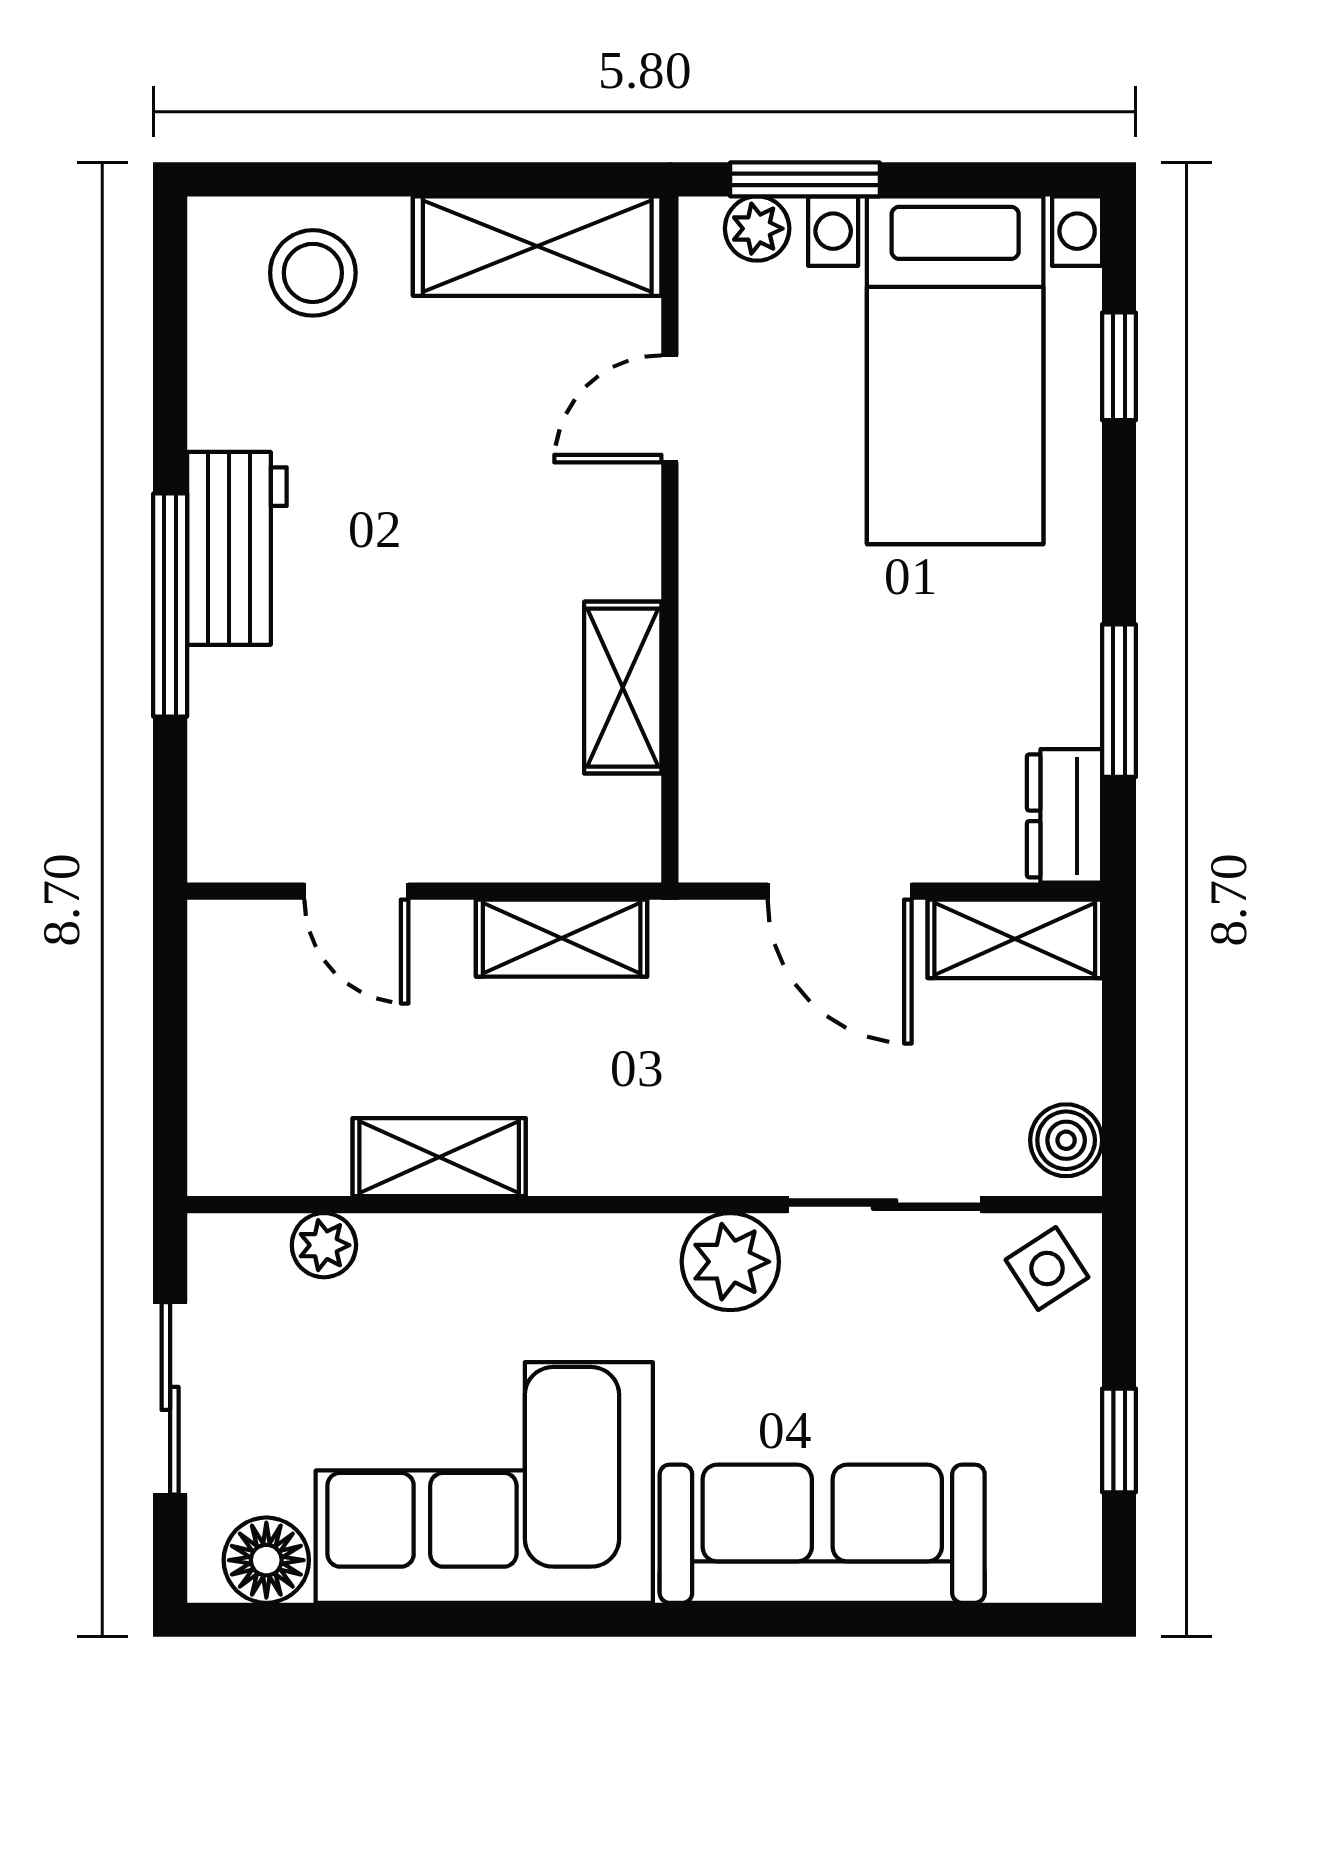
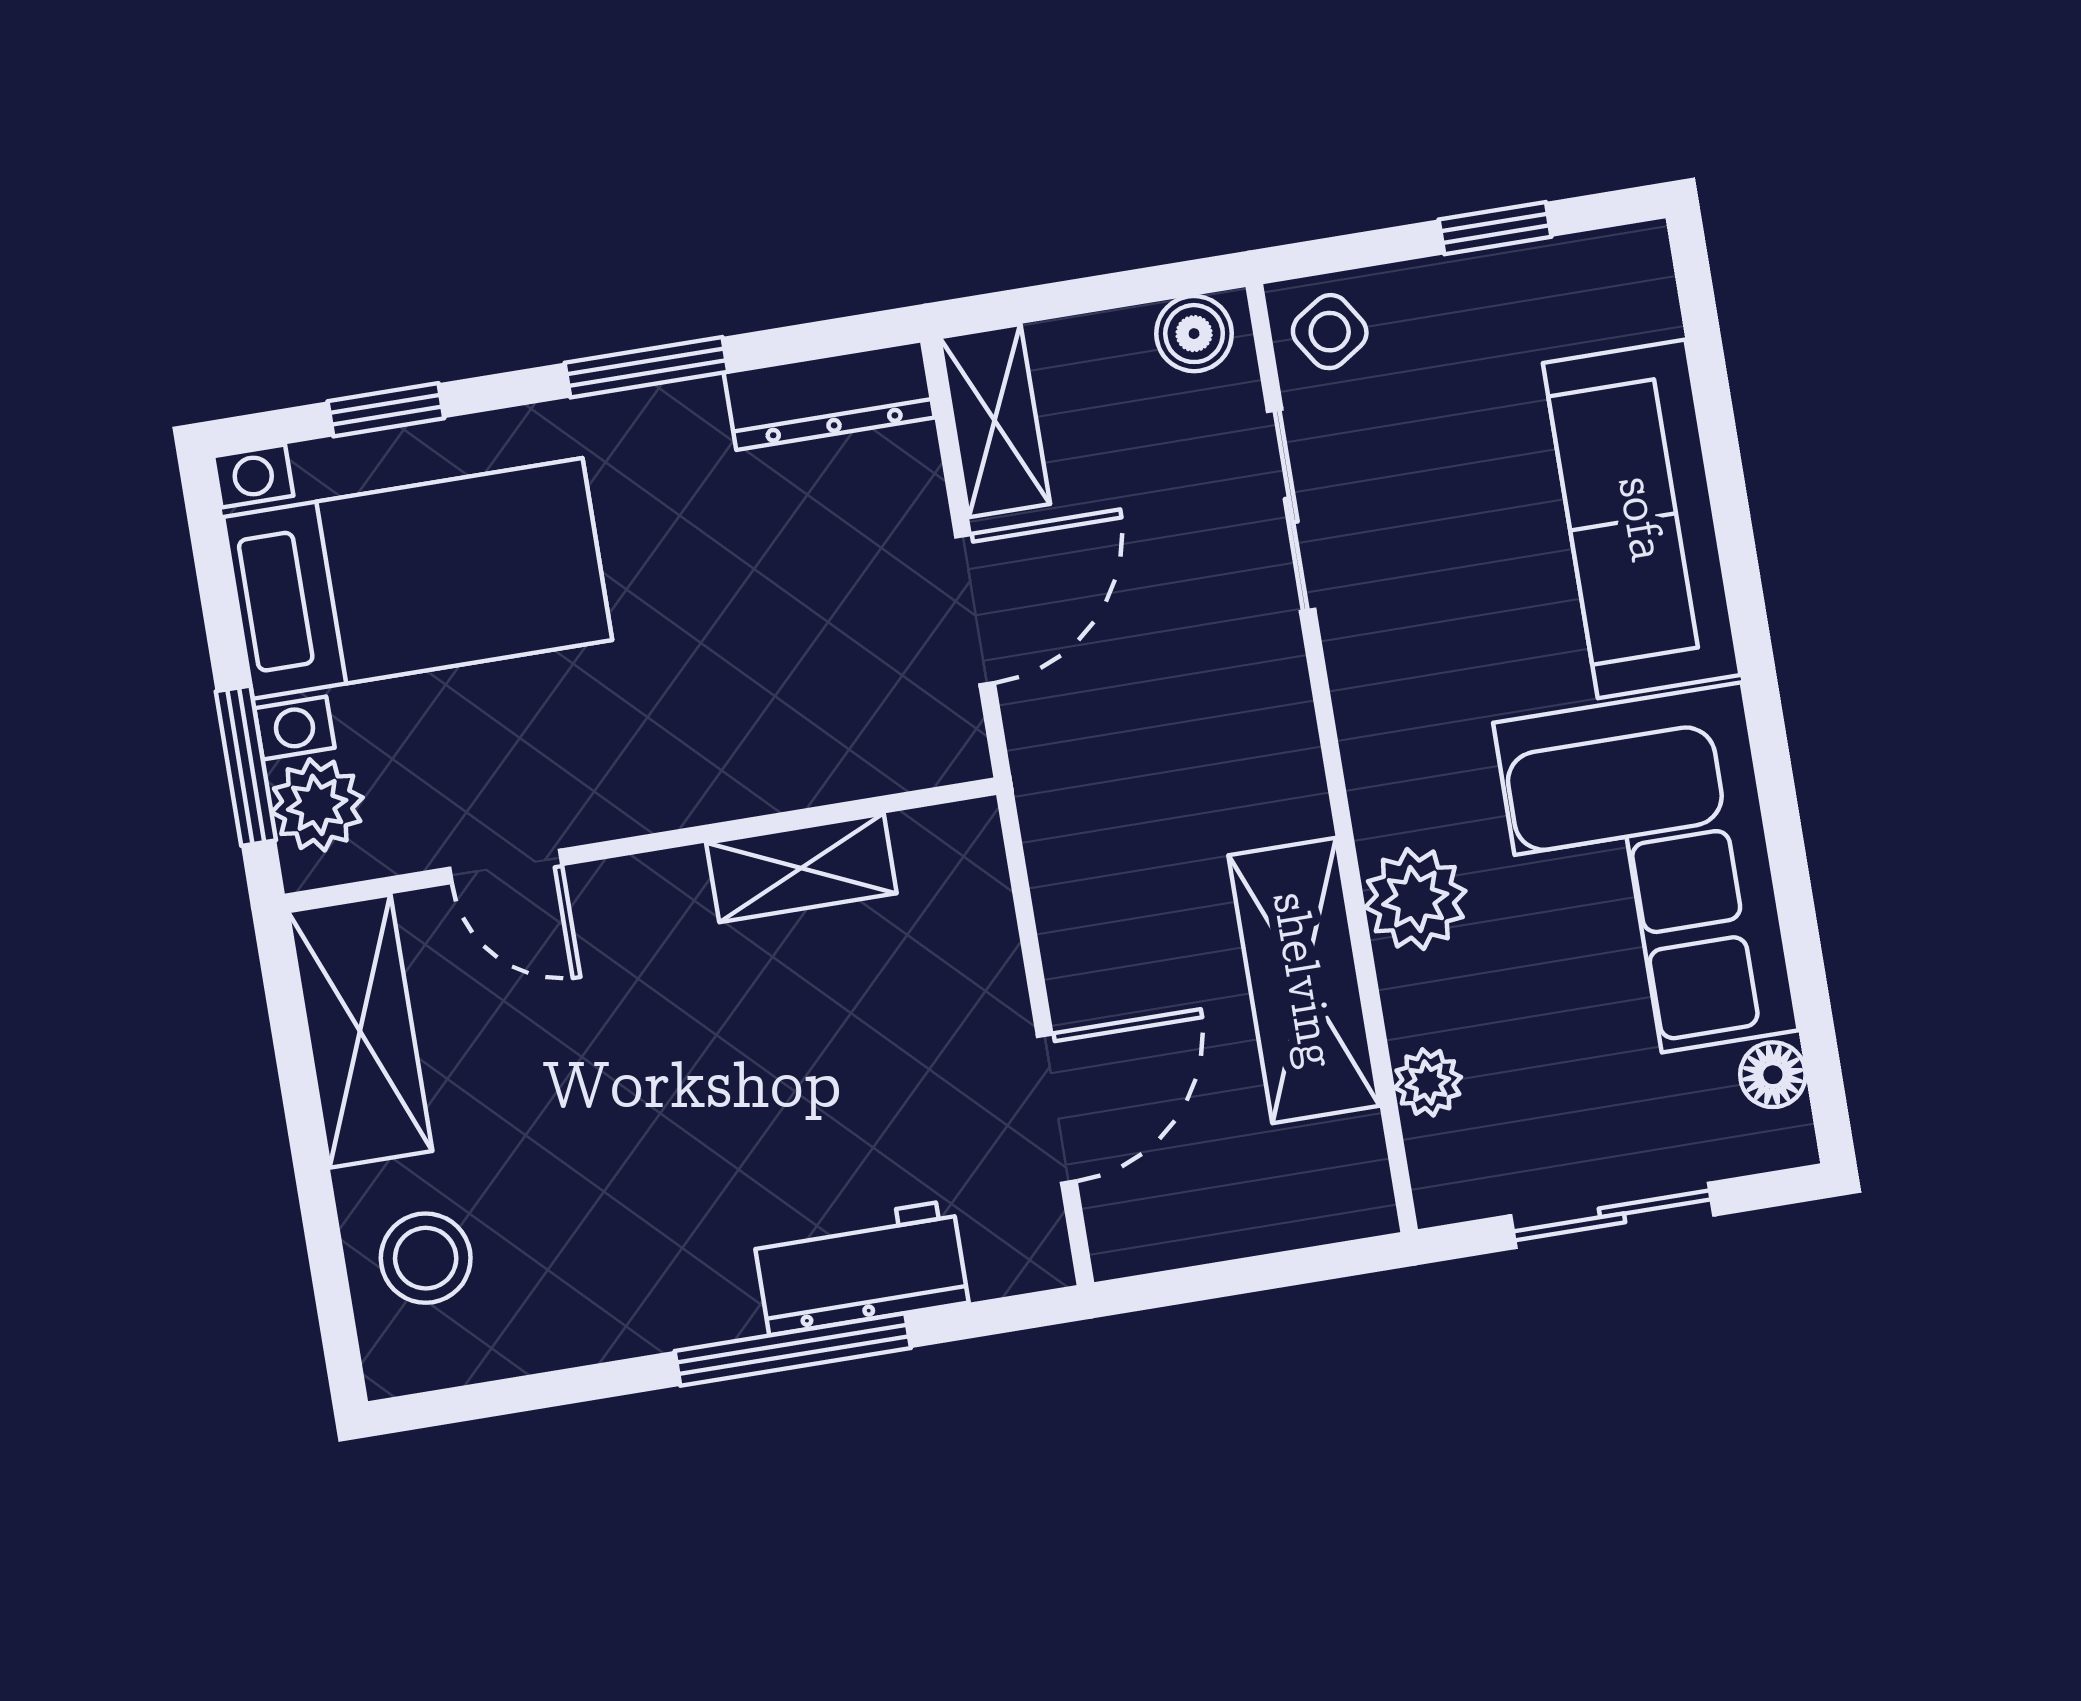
plant: (757, 229) -> (317, 805), width x1.38, depth x1.38
workbench: (237, 548) -> (861, 1268), moved
window: (1119, 701) -> (646, 367), moved
dresser: (1065, 816) -> (829, 395), width x1.44
door: (356, 891) -> (1057, 1109), width x1.38
shelving: (562, 938) -> (1071, 889), removed
shelving: (439, 1157) -> (1304, 980), width x1.50, depth x1.33
plant: (730, 1262) -> (1415, 899), moved
floor lamp: (266, 1560) -> (1773, 1075), width x0.73, depth x0.73

